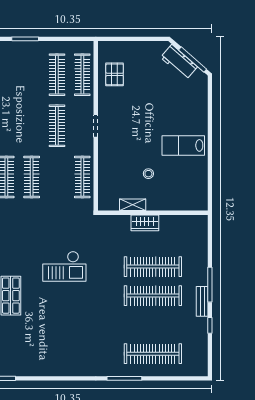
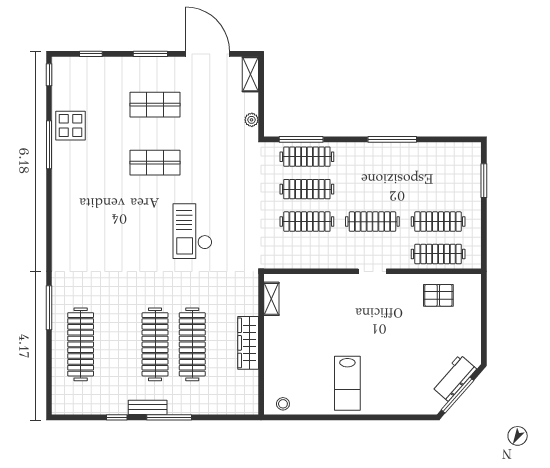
lab bench: (183, 145) -> (347, 383), turned 180
stool: (148, 174) -> (283, 404), moved
clothes rail: (82, 177) -> (307, 222), moved
shelving: (133, 205) -> (271, 299), moved
wardrobe: (145, 223) -> (248, 343), width x1.50

